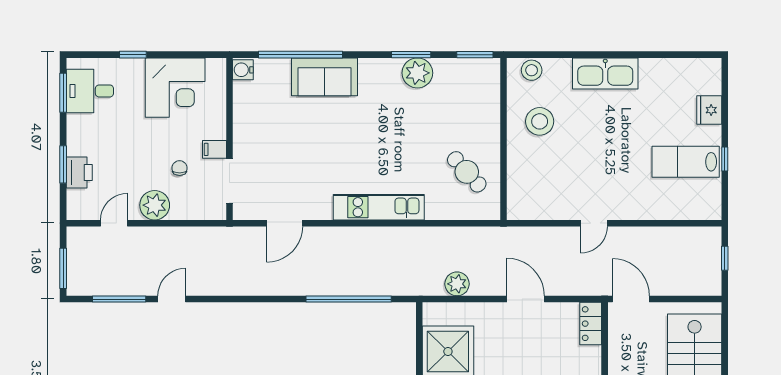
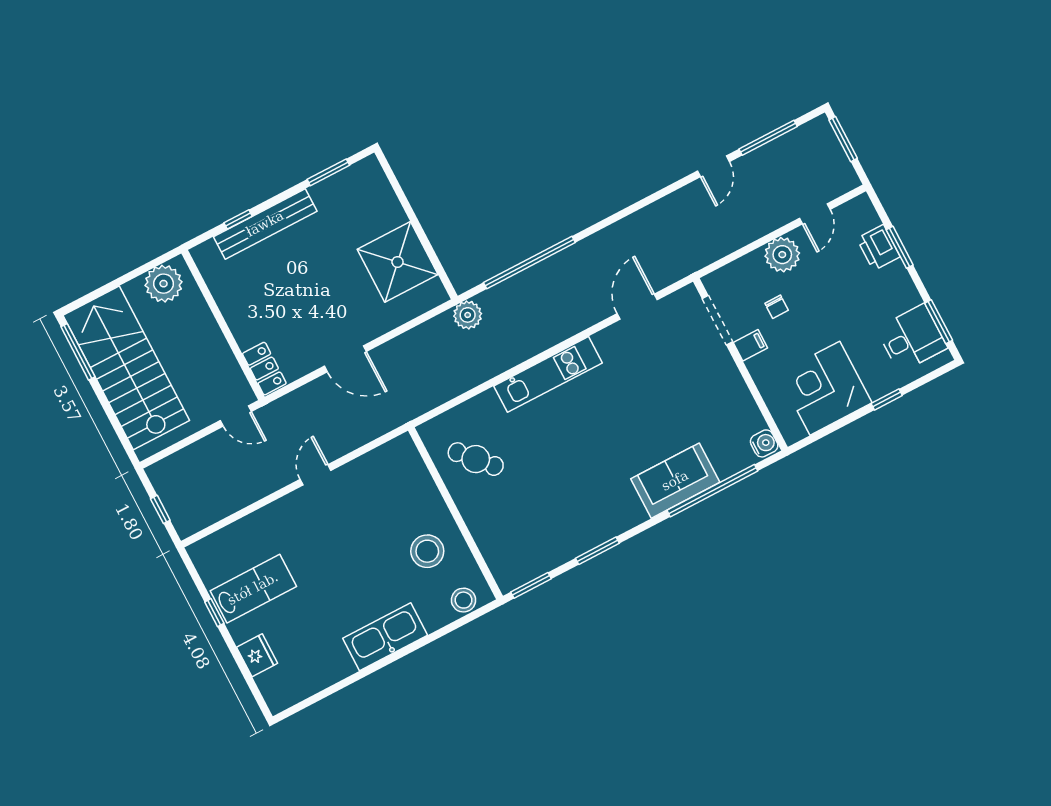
plant: (417, 73) -> (581, 535), removed
plant: (457, 284) -> (468, 315), moved
door: (631, 299) -> (236, 416), width x0.73

